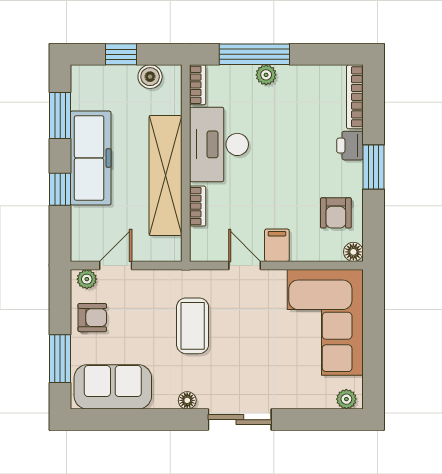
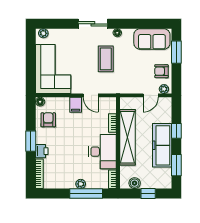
coffee table: (193, 326) -> (106, 59), moved

